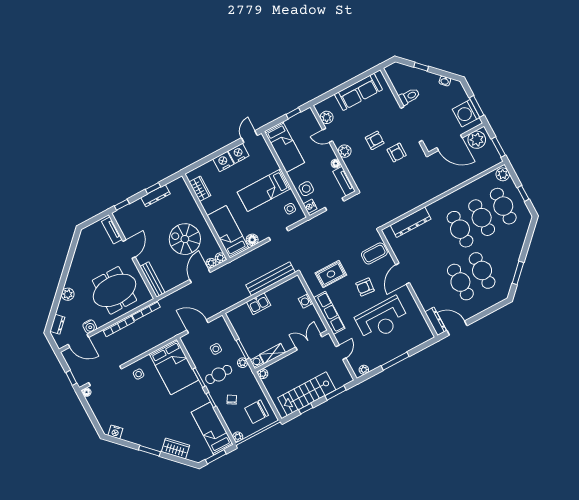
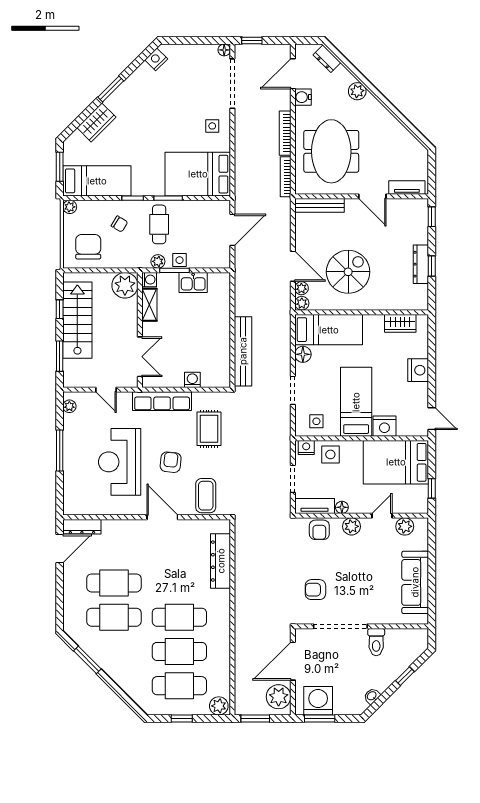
armchair: (375, 140) -> (319, 530), moved
bed: (284, 147) -> (396, 462), width x1.50
nightstand: (239, 153) -> (384, 426), moved, turned 90
kitchen sink: (259, 304) -> (193, 283), moved, turned -90
side table: (216, 349) -> (180, 260), moved
plant: (263, 374) -> (125, 285), width x1.88, depth x1.88

